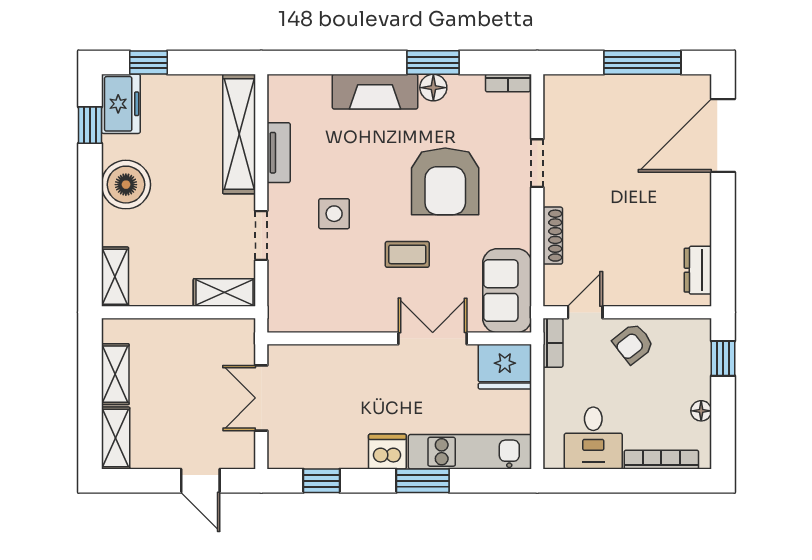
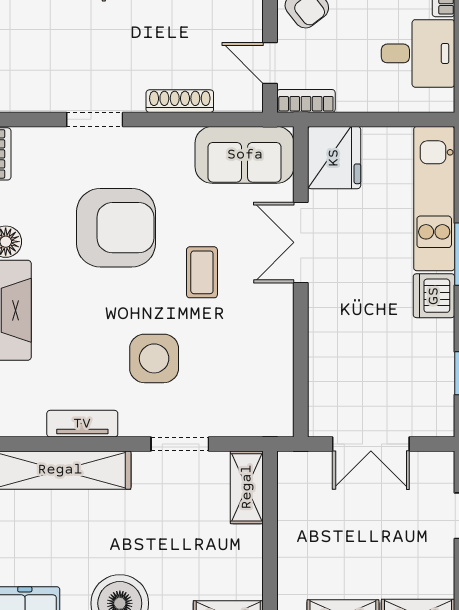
side table: (334, 214) -> (154, 358), width x1.37, depth x1.37

